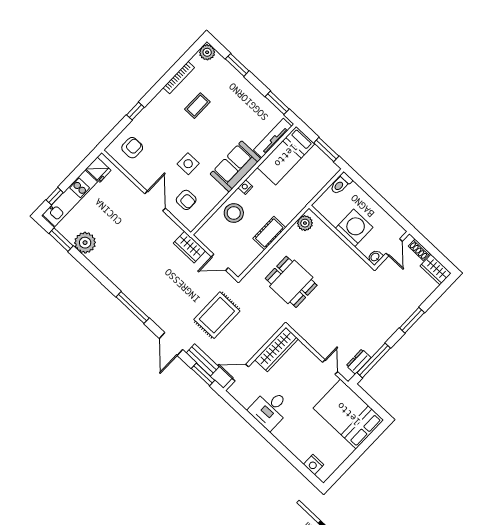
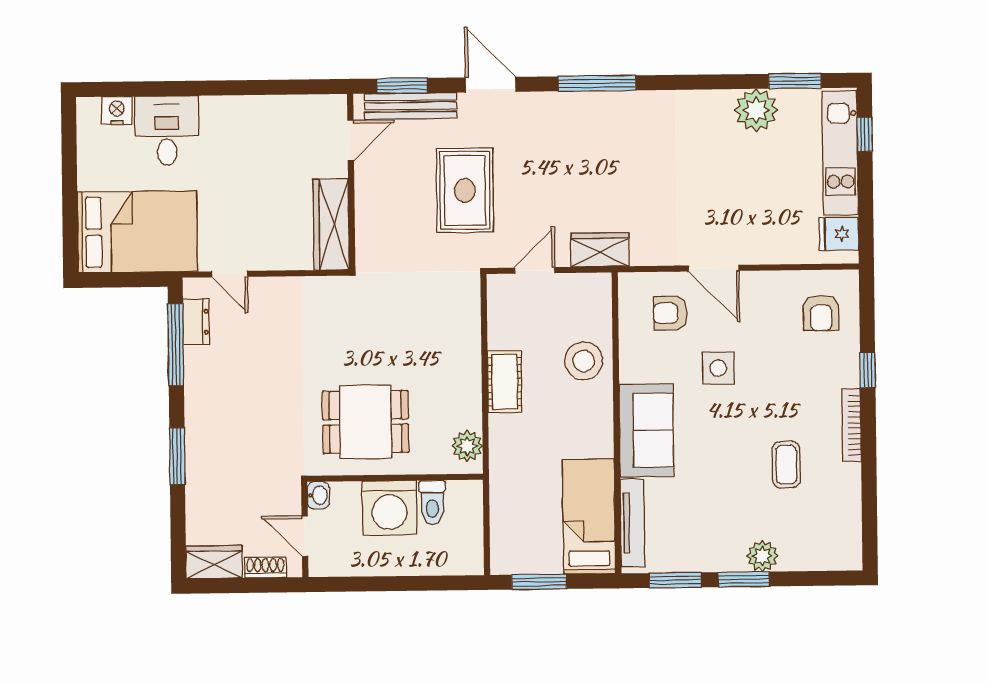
plant: (207, 52) -> (762, 556), moved
window: (237, 65) -> (744, 579), moved
bookcase: (179, 78) -> (852, 425), moved
toilet: (341, 184) -> (432, 502), moved, turned 180
nightstand: (245, 187) -> (603, 414), removed
dining table: (291, 282) -> (366, 422), moved
bench: (203, 360) -> (411, 106), width x1.36
desk: (270, 409) -> (167, 131), moved

